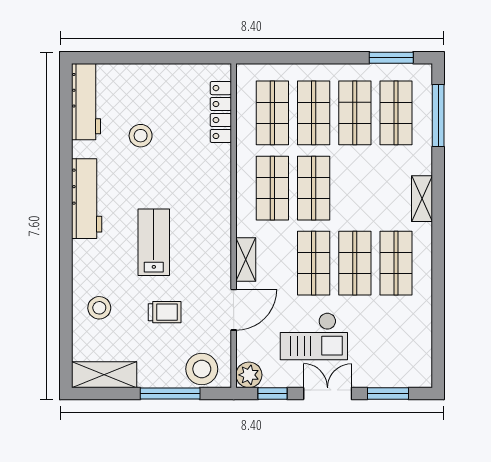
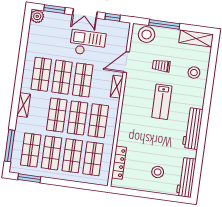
stool: (141, 136) -> (158, 172), moved
shop shelf: (355, 188) -> (57, 115), added
plant: (249, 375) -> (37, 16), moved

